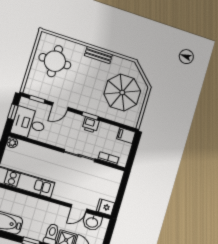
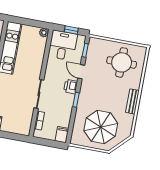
printer: (91, 125) -> (71, 87), moved

